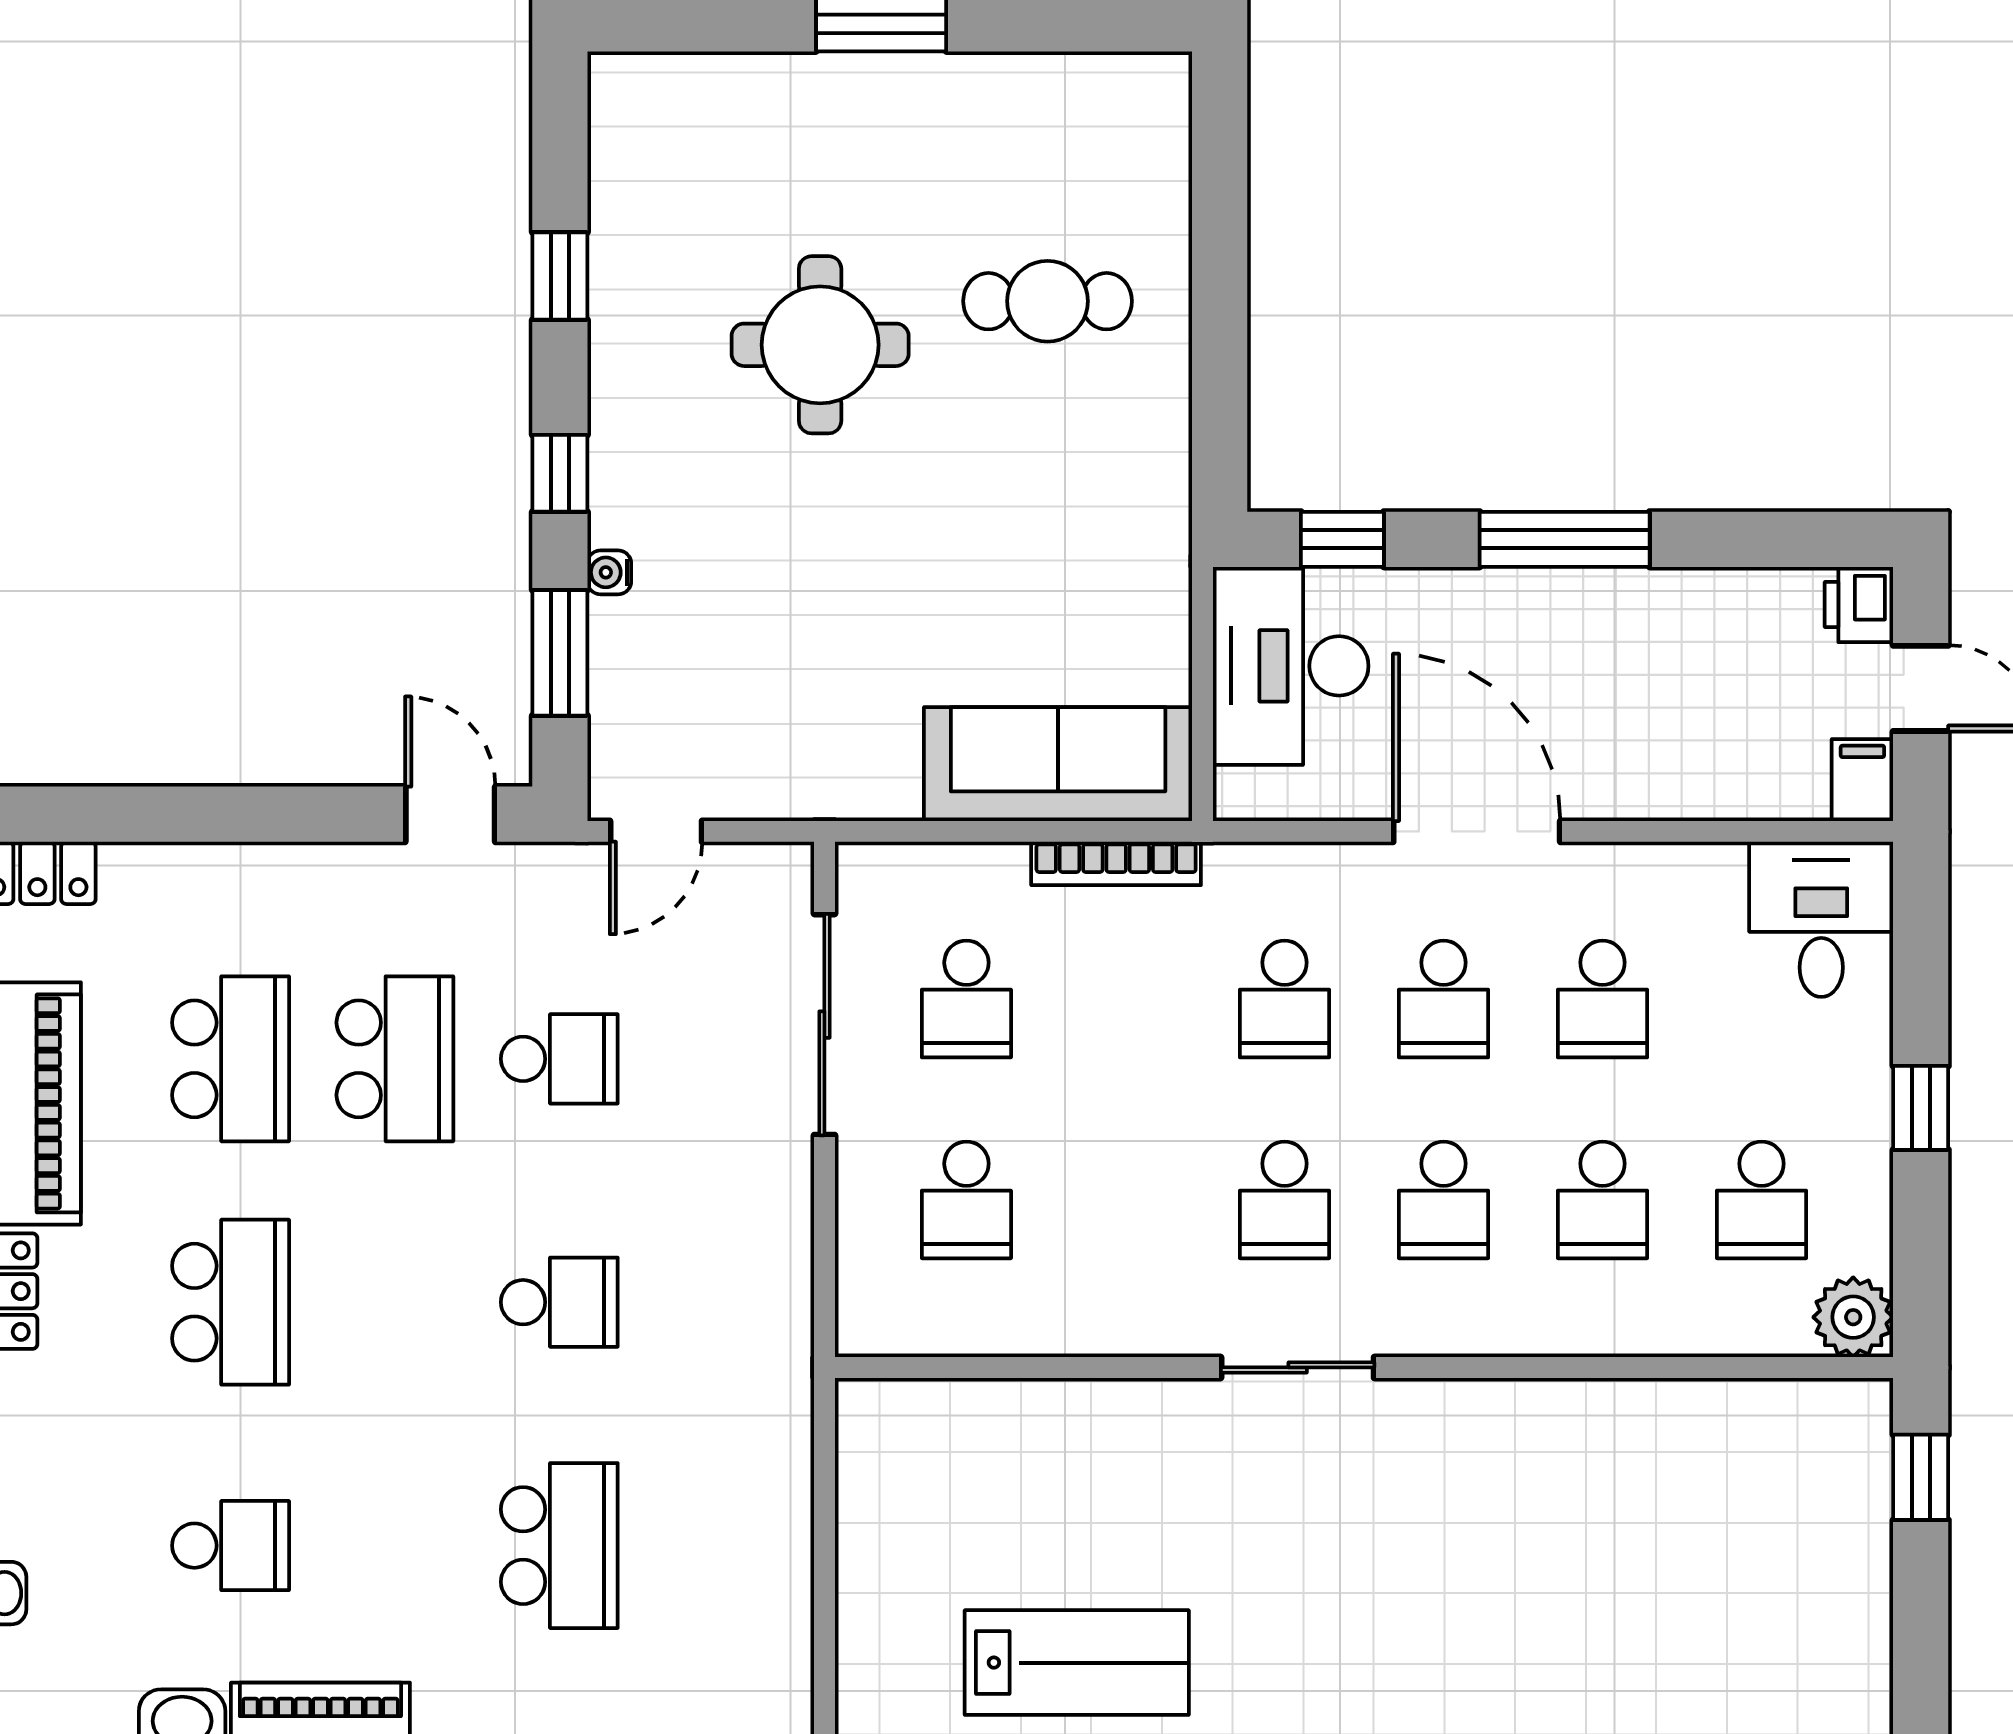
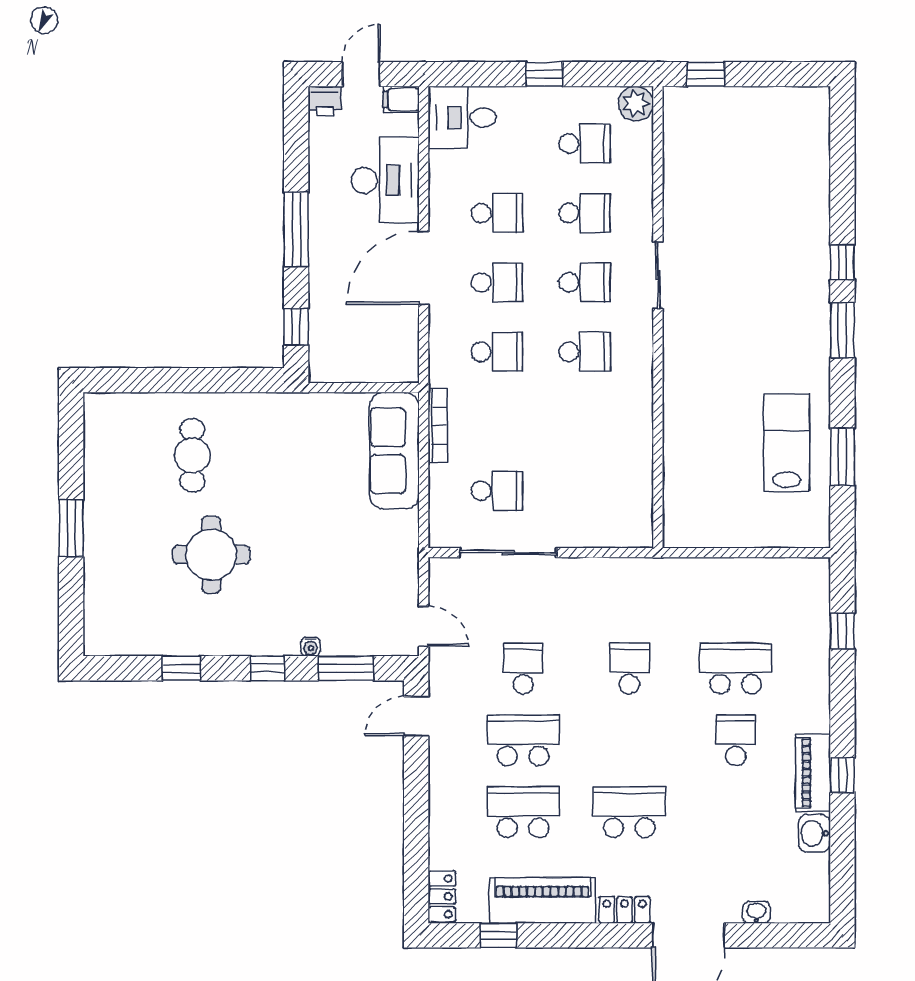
desk: (1291, 666) -> (385, 180), moved, turned -90
school desk: (966, 1200) -> (585, 491), removed
sliding door: (1298, 1367) -> (658, 276), moved
school desk: (231, 1546) -> (736, 740), moved

